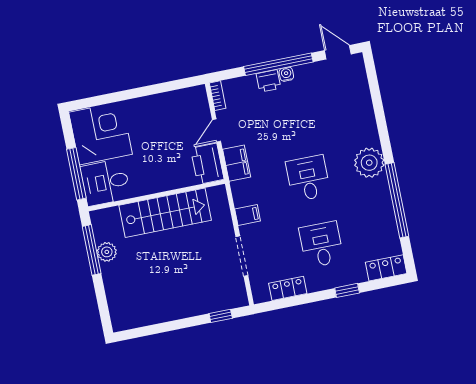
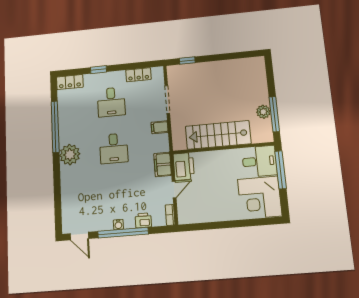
printer: (268, 81) -> (143, 220), moved

